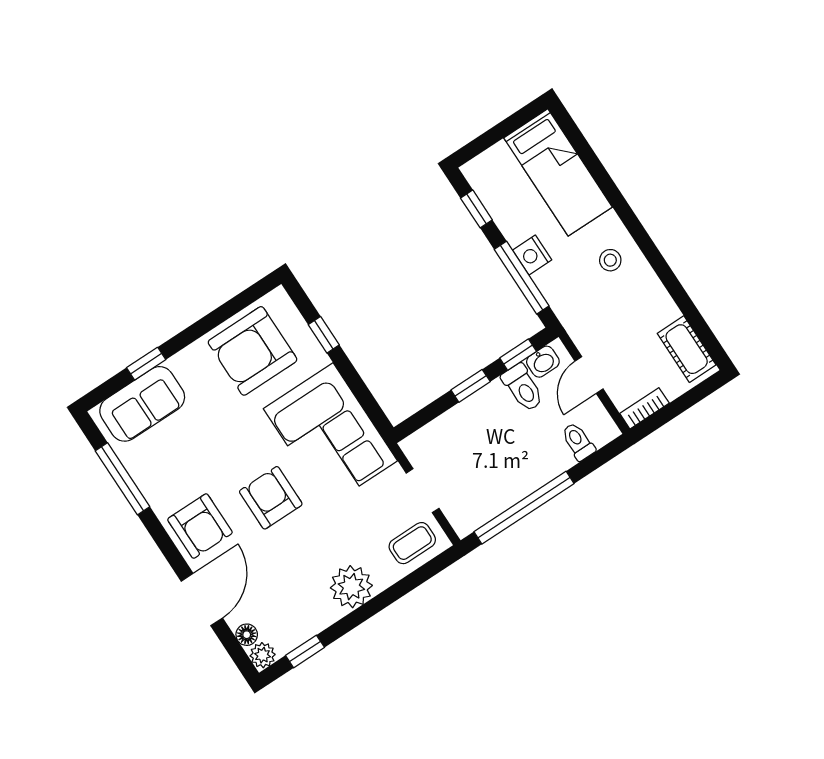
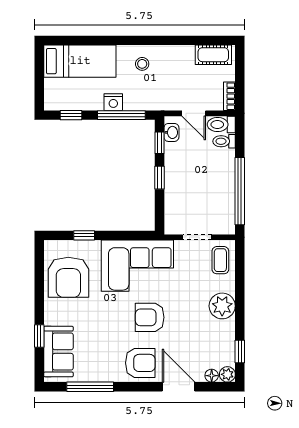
toilet: (523, 388) -> (221, 124), moved, turned 180

